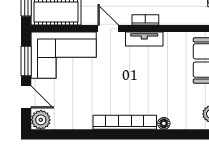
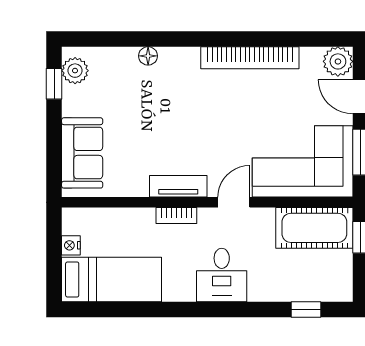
door: (108, 29) -> (234, 202), swing flipped
bookcase: (125, 122) -> (250, 58), moved

